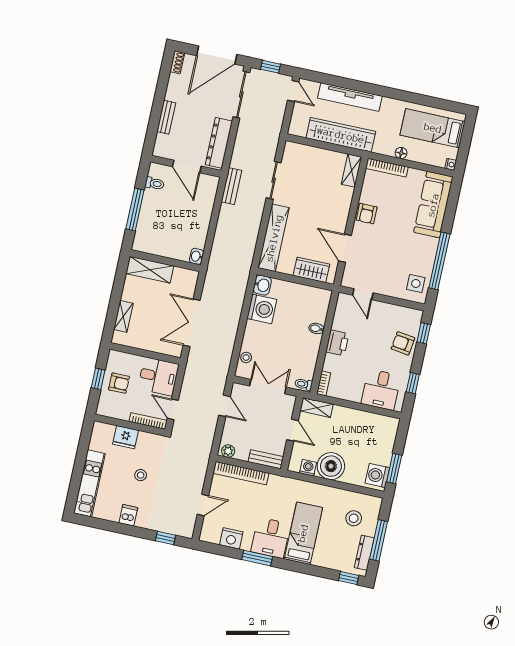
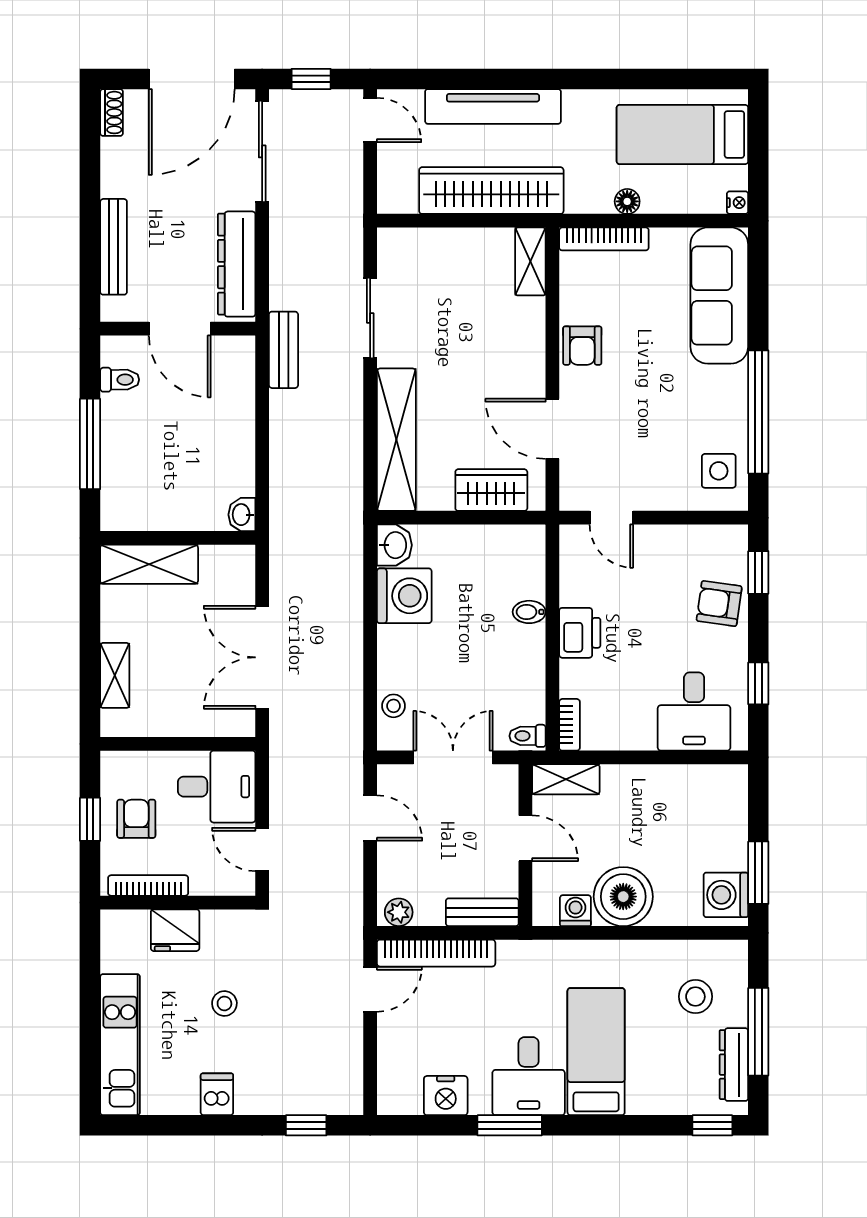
bench: (166, 117) -> (114, 247), width x1.36
armchair: (119, 383) -> (136, 819), turned -90
bookcase: (148, 421) -> (148, 885), moved
door: (203, 505) -> (370, 989), moved

